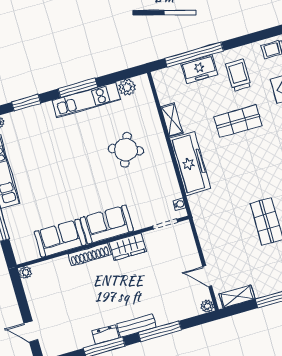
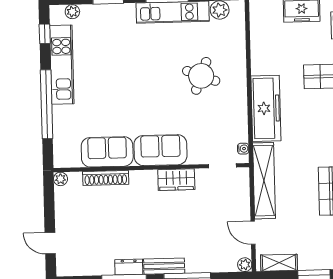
shelving: (172, 120) -> (264, 181), moved, width x2.20, depth x1.33
shoe rack: (90, 254) -> (106, 178), moved

